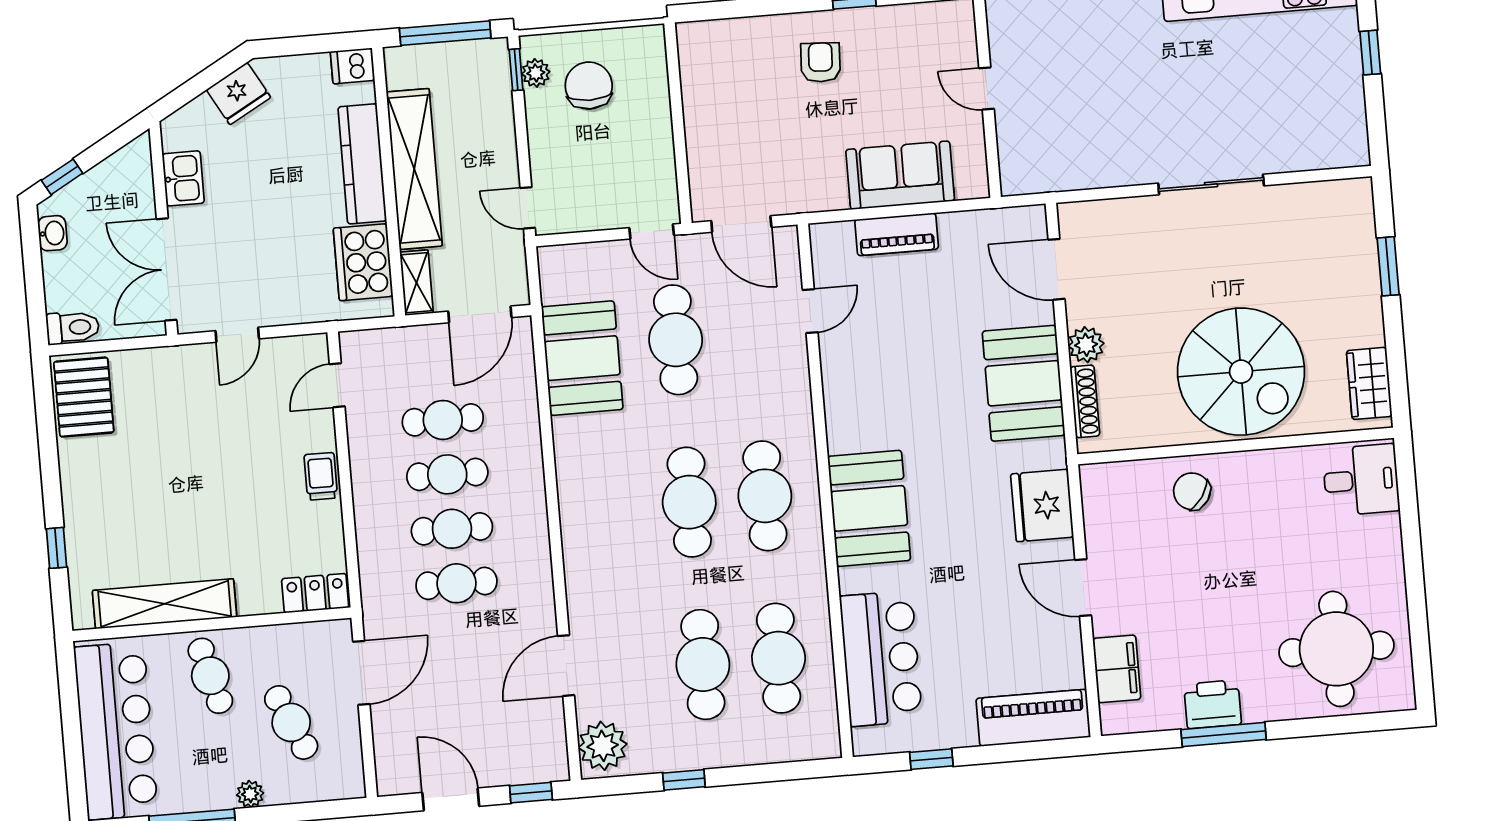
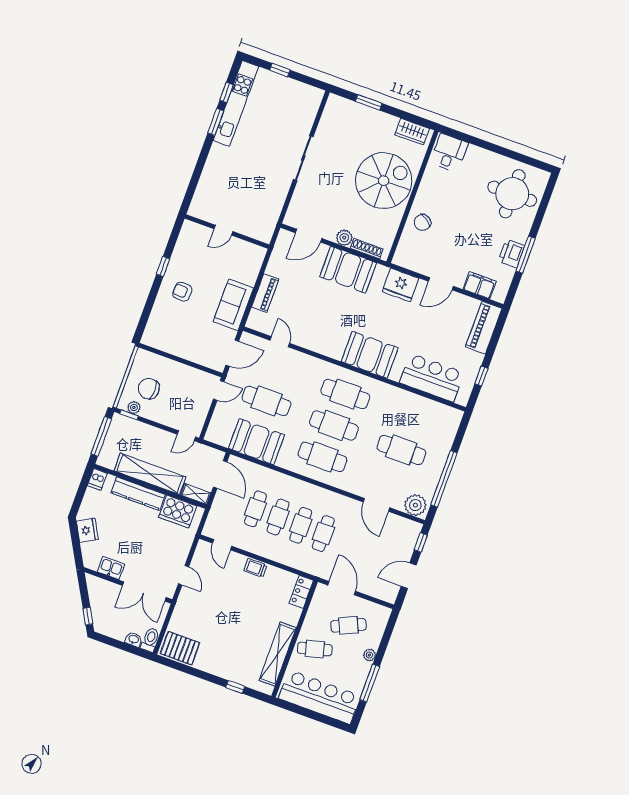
sofa: (900, 175) -> (233, 305), moved
washbasin: (53, 233) -> (134, 639), moved
cafe table: (779, 658) -> (322, 457), moved
window: (684, 780) -> (444, 479), width x3.17

